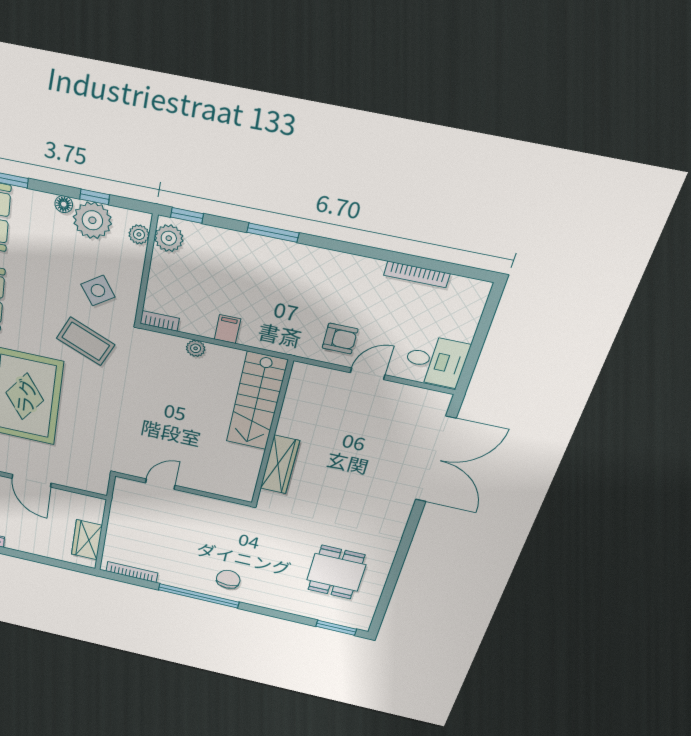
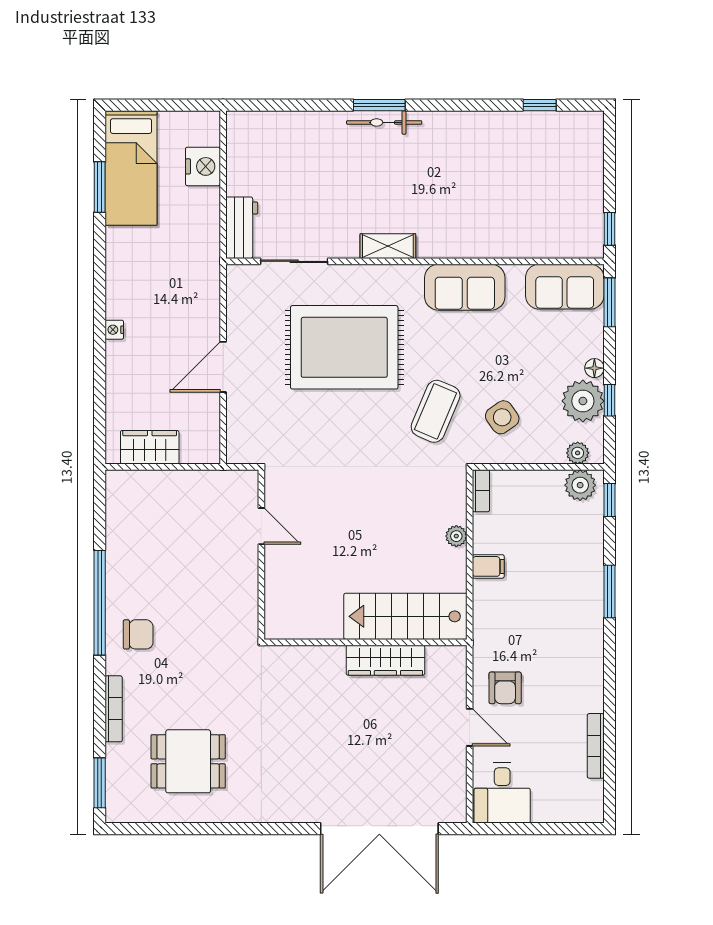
wardrobe: (280, 465) -> (385, 660), moved
bookcase: (132, 572) -> (114, 709), moved

